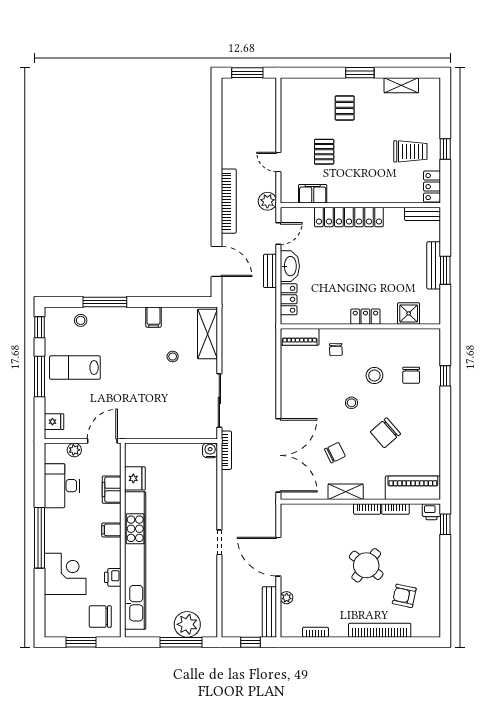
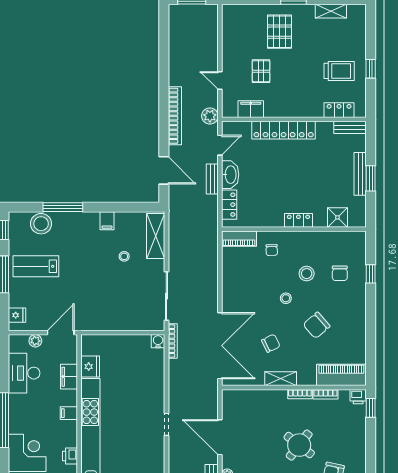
pallet: (345, 108) -> (280, 32), width x1.50, depth x1.42
locker: (432, 187) -> (339, 110), moved, turned 90
stool: (81, 320) -> (41, 224), width x1.89, depth x1.89

